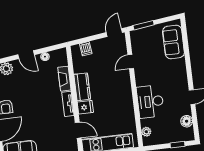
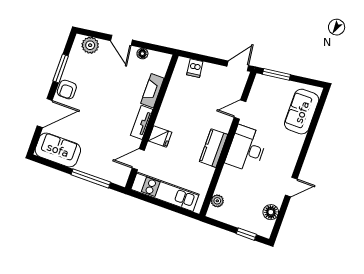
kitchen counter: (82, 87) -> (214, 148), moved, turned 180
desk: (150, 102) -> (246, 149), moved
door: (78, 130) -> (138, 159), swing flipped

